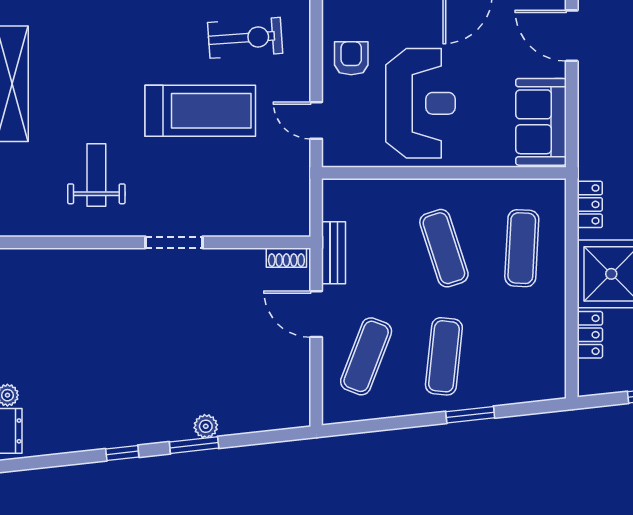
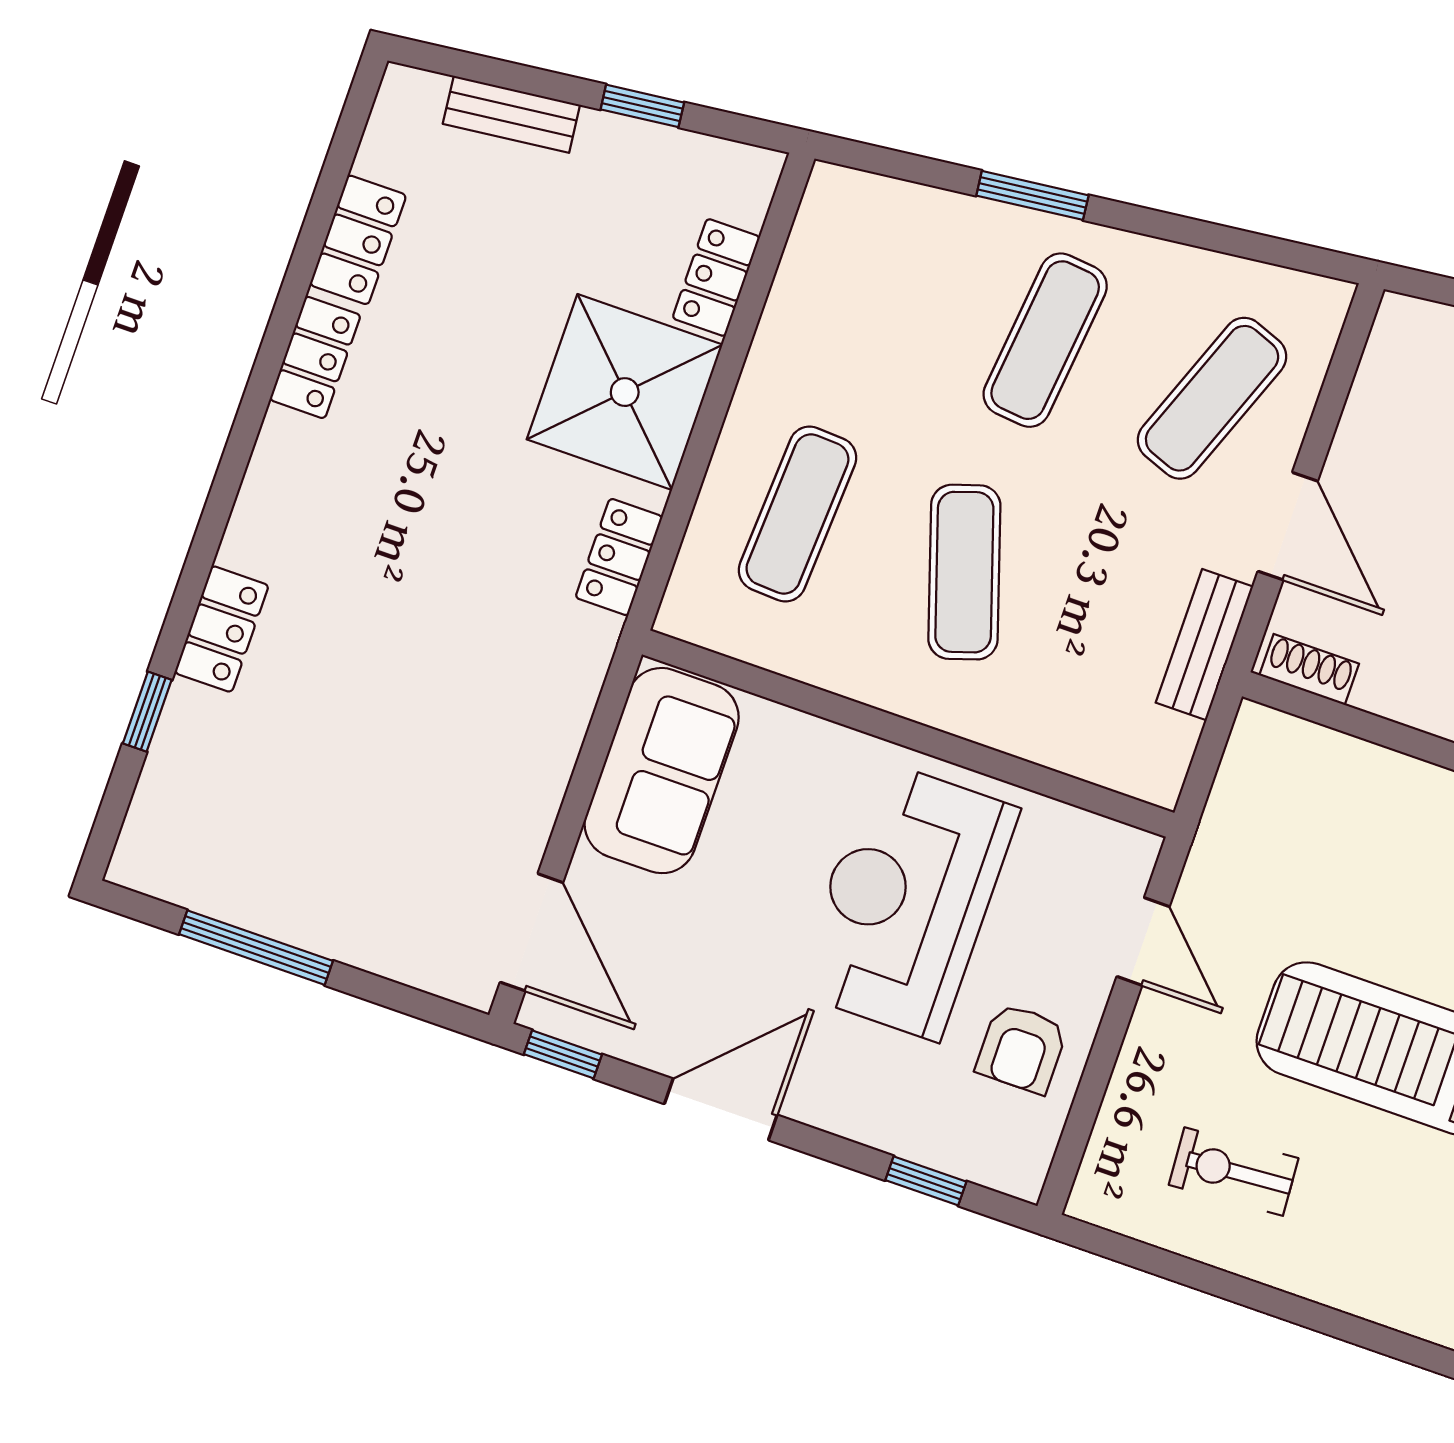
exercise bike: (245, 38) -> (1234, 1172), width x0.73, depth x0.72

